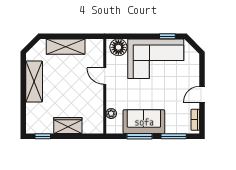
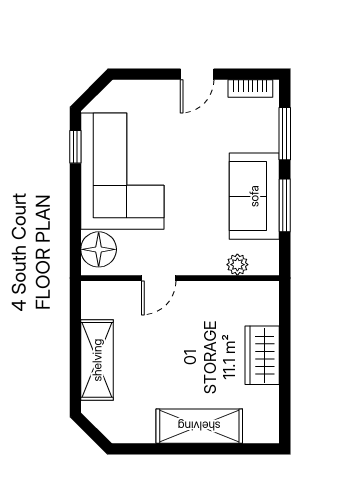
shelving: (34, 82) -> (199, 426), moved
door: (202, 94) -> (197, 74), hinge flipped
window: (43, 136) -> (285, 408), removed

